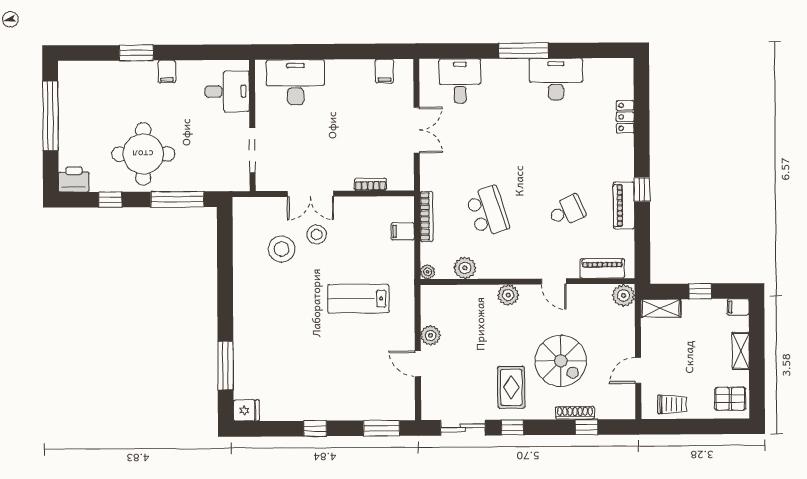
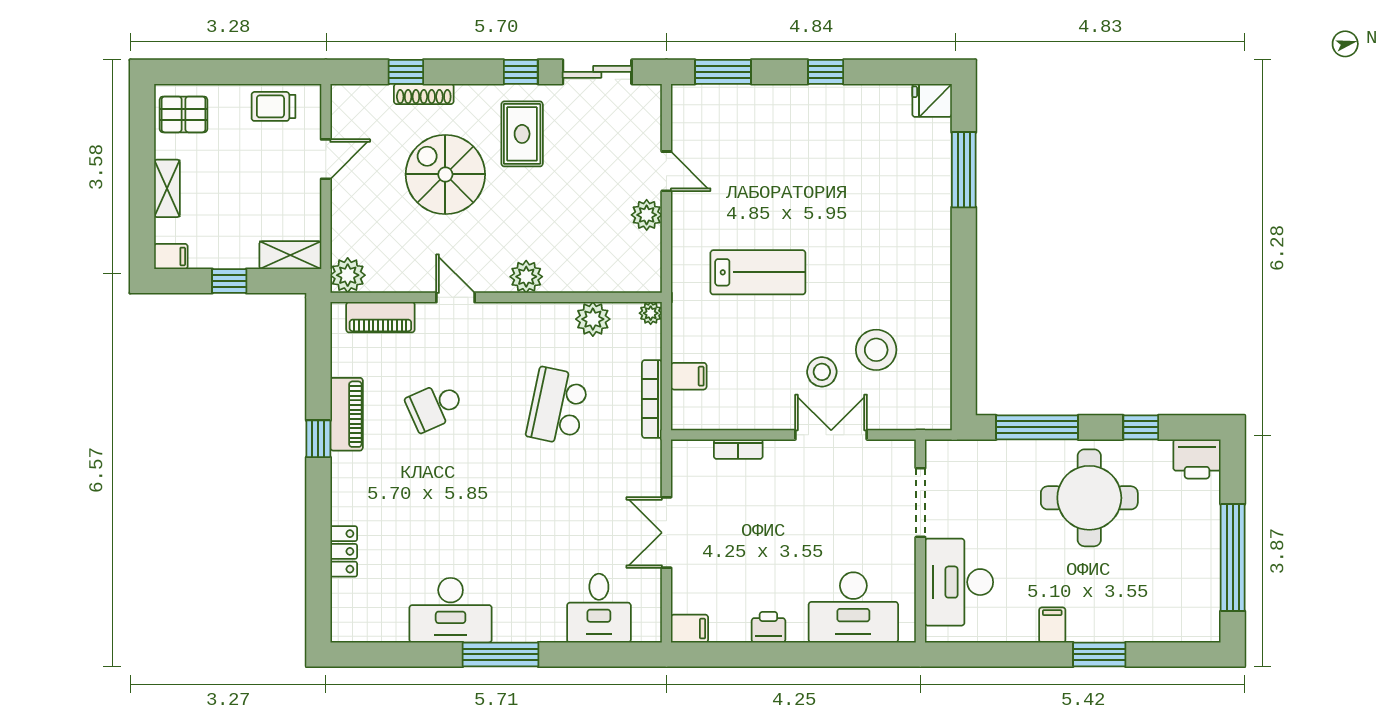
printer: (350, 69) -> (768, 627), added
filing cabinet: (384, 71) -> (690, 629), moved, turned 90
desk: (227, 91) -> (959, 582), width x1.37
school desk: (487, 211) -> (557, 406), turned 30

